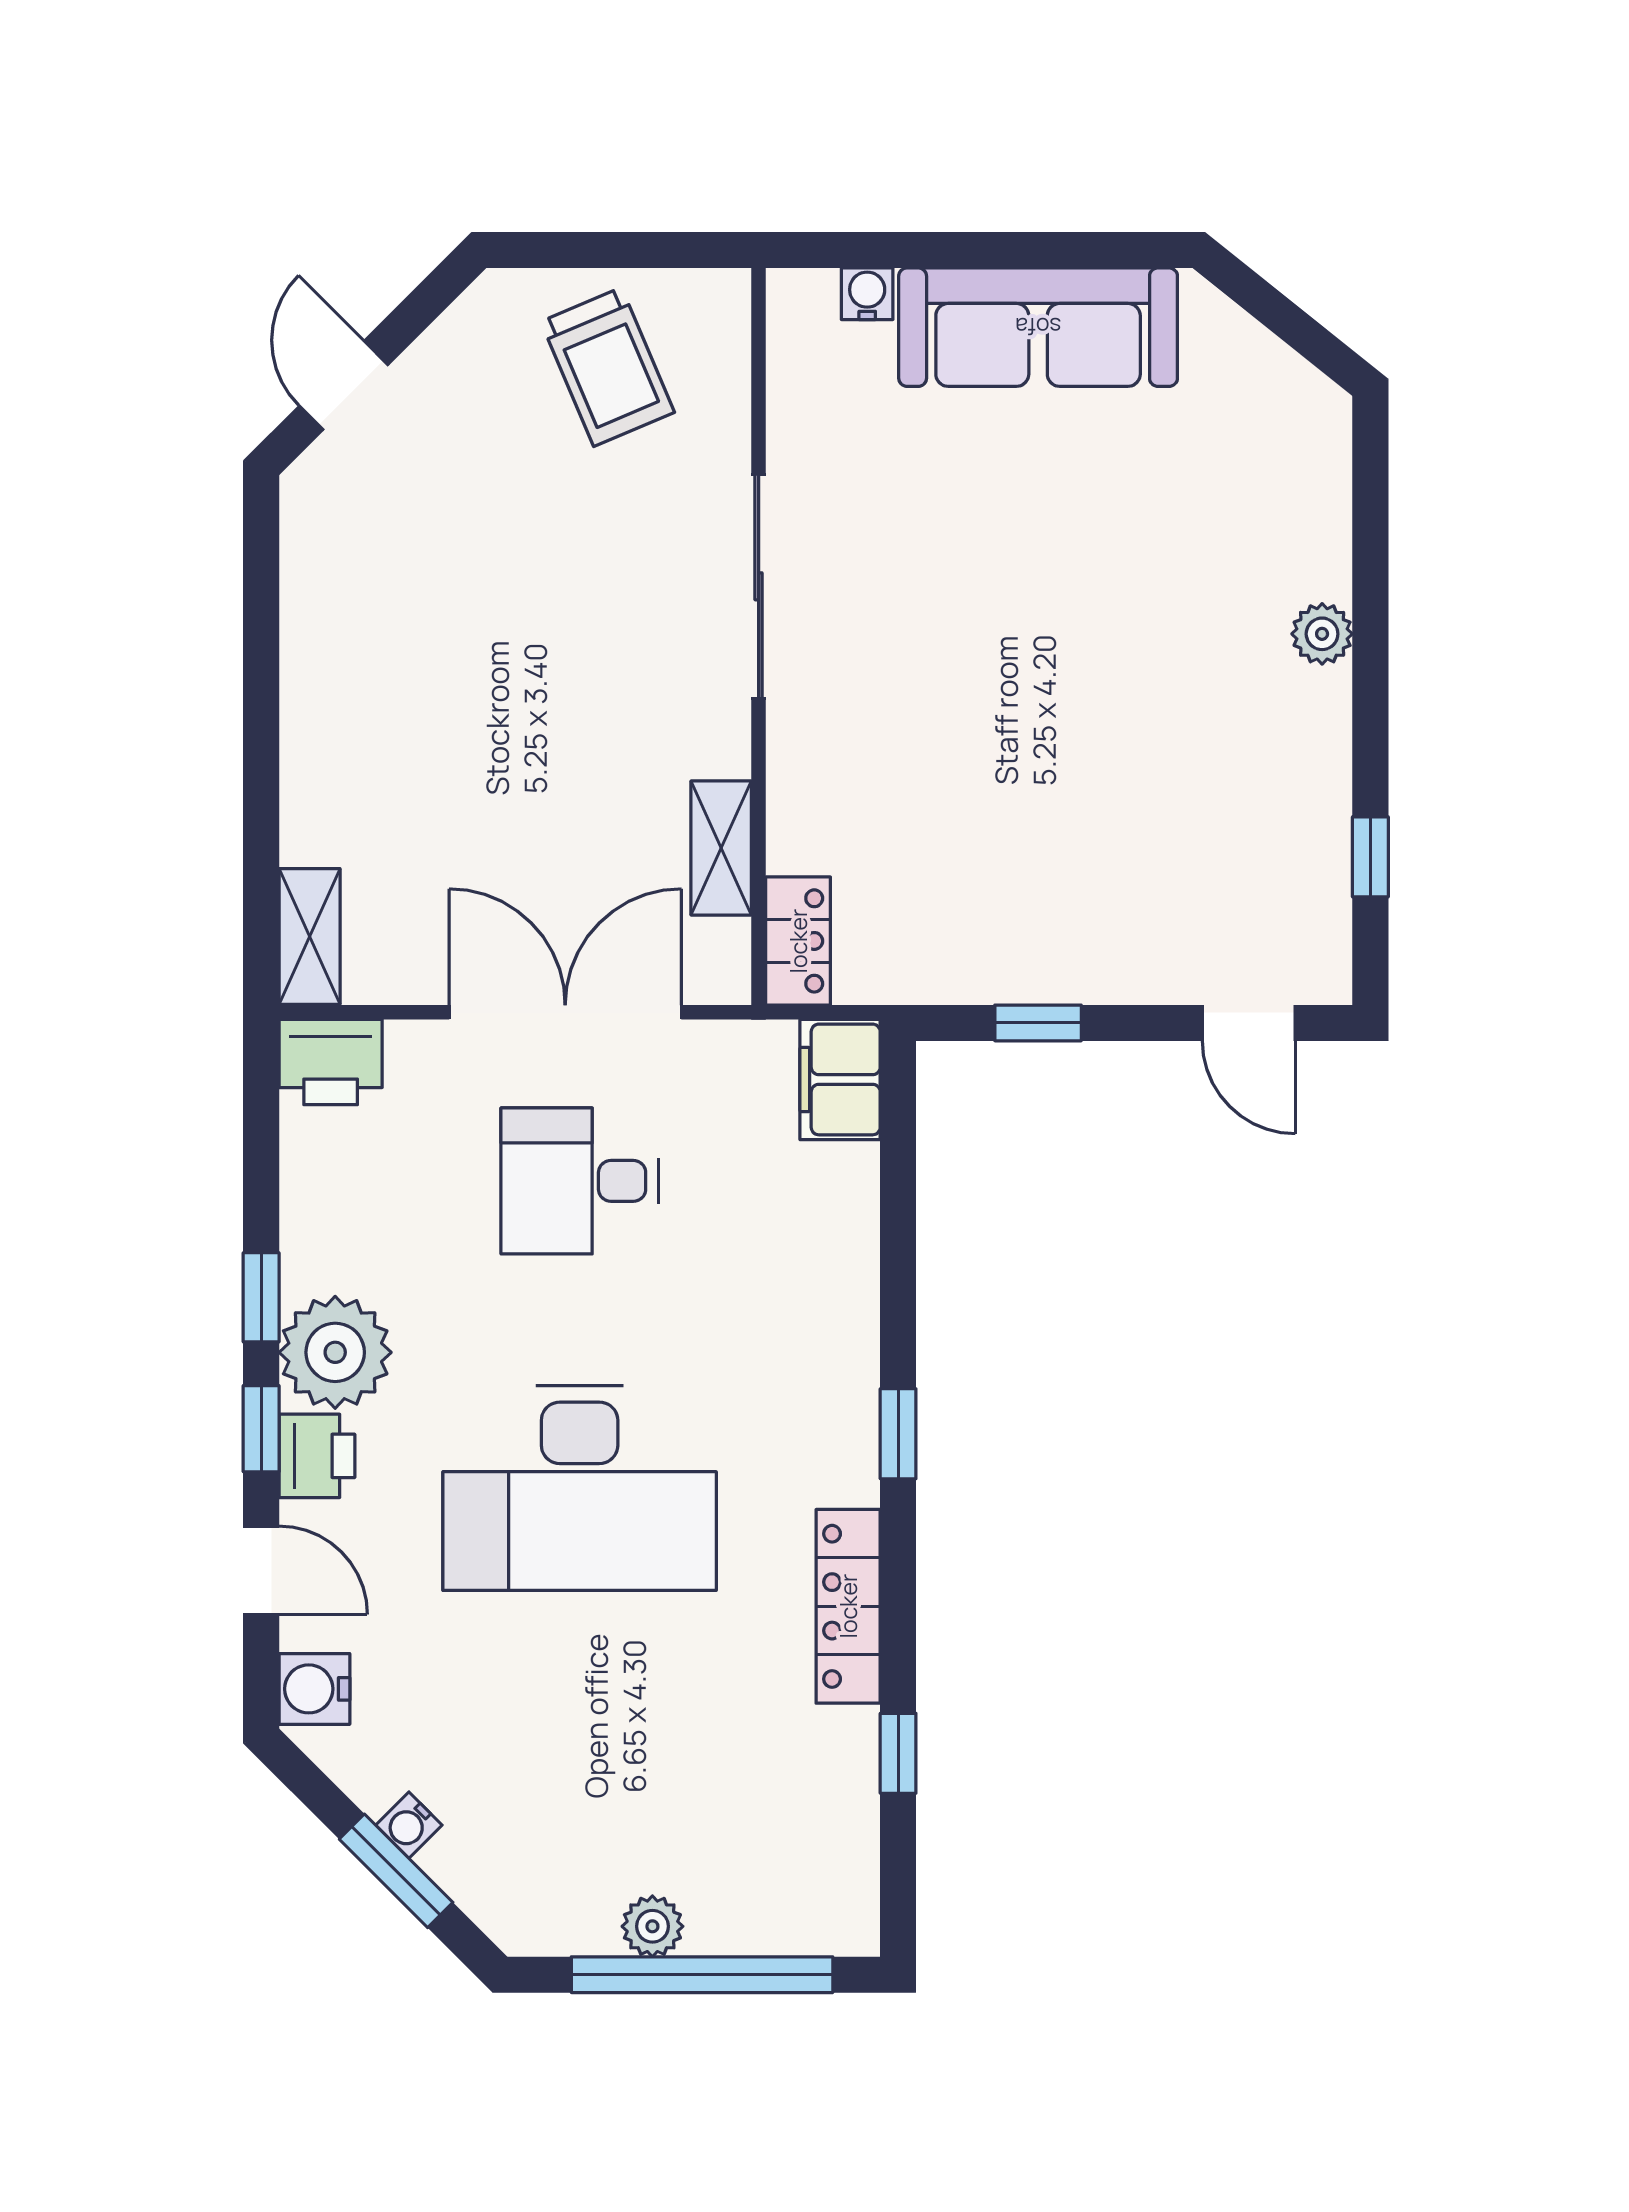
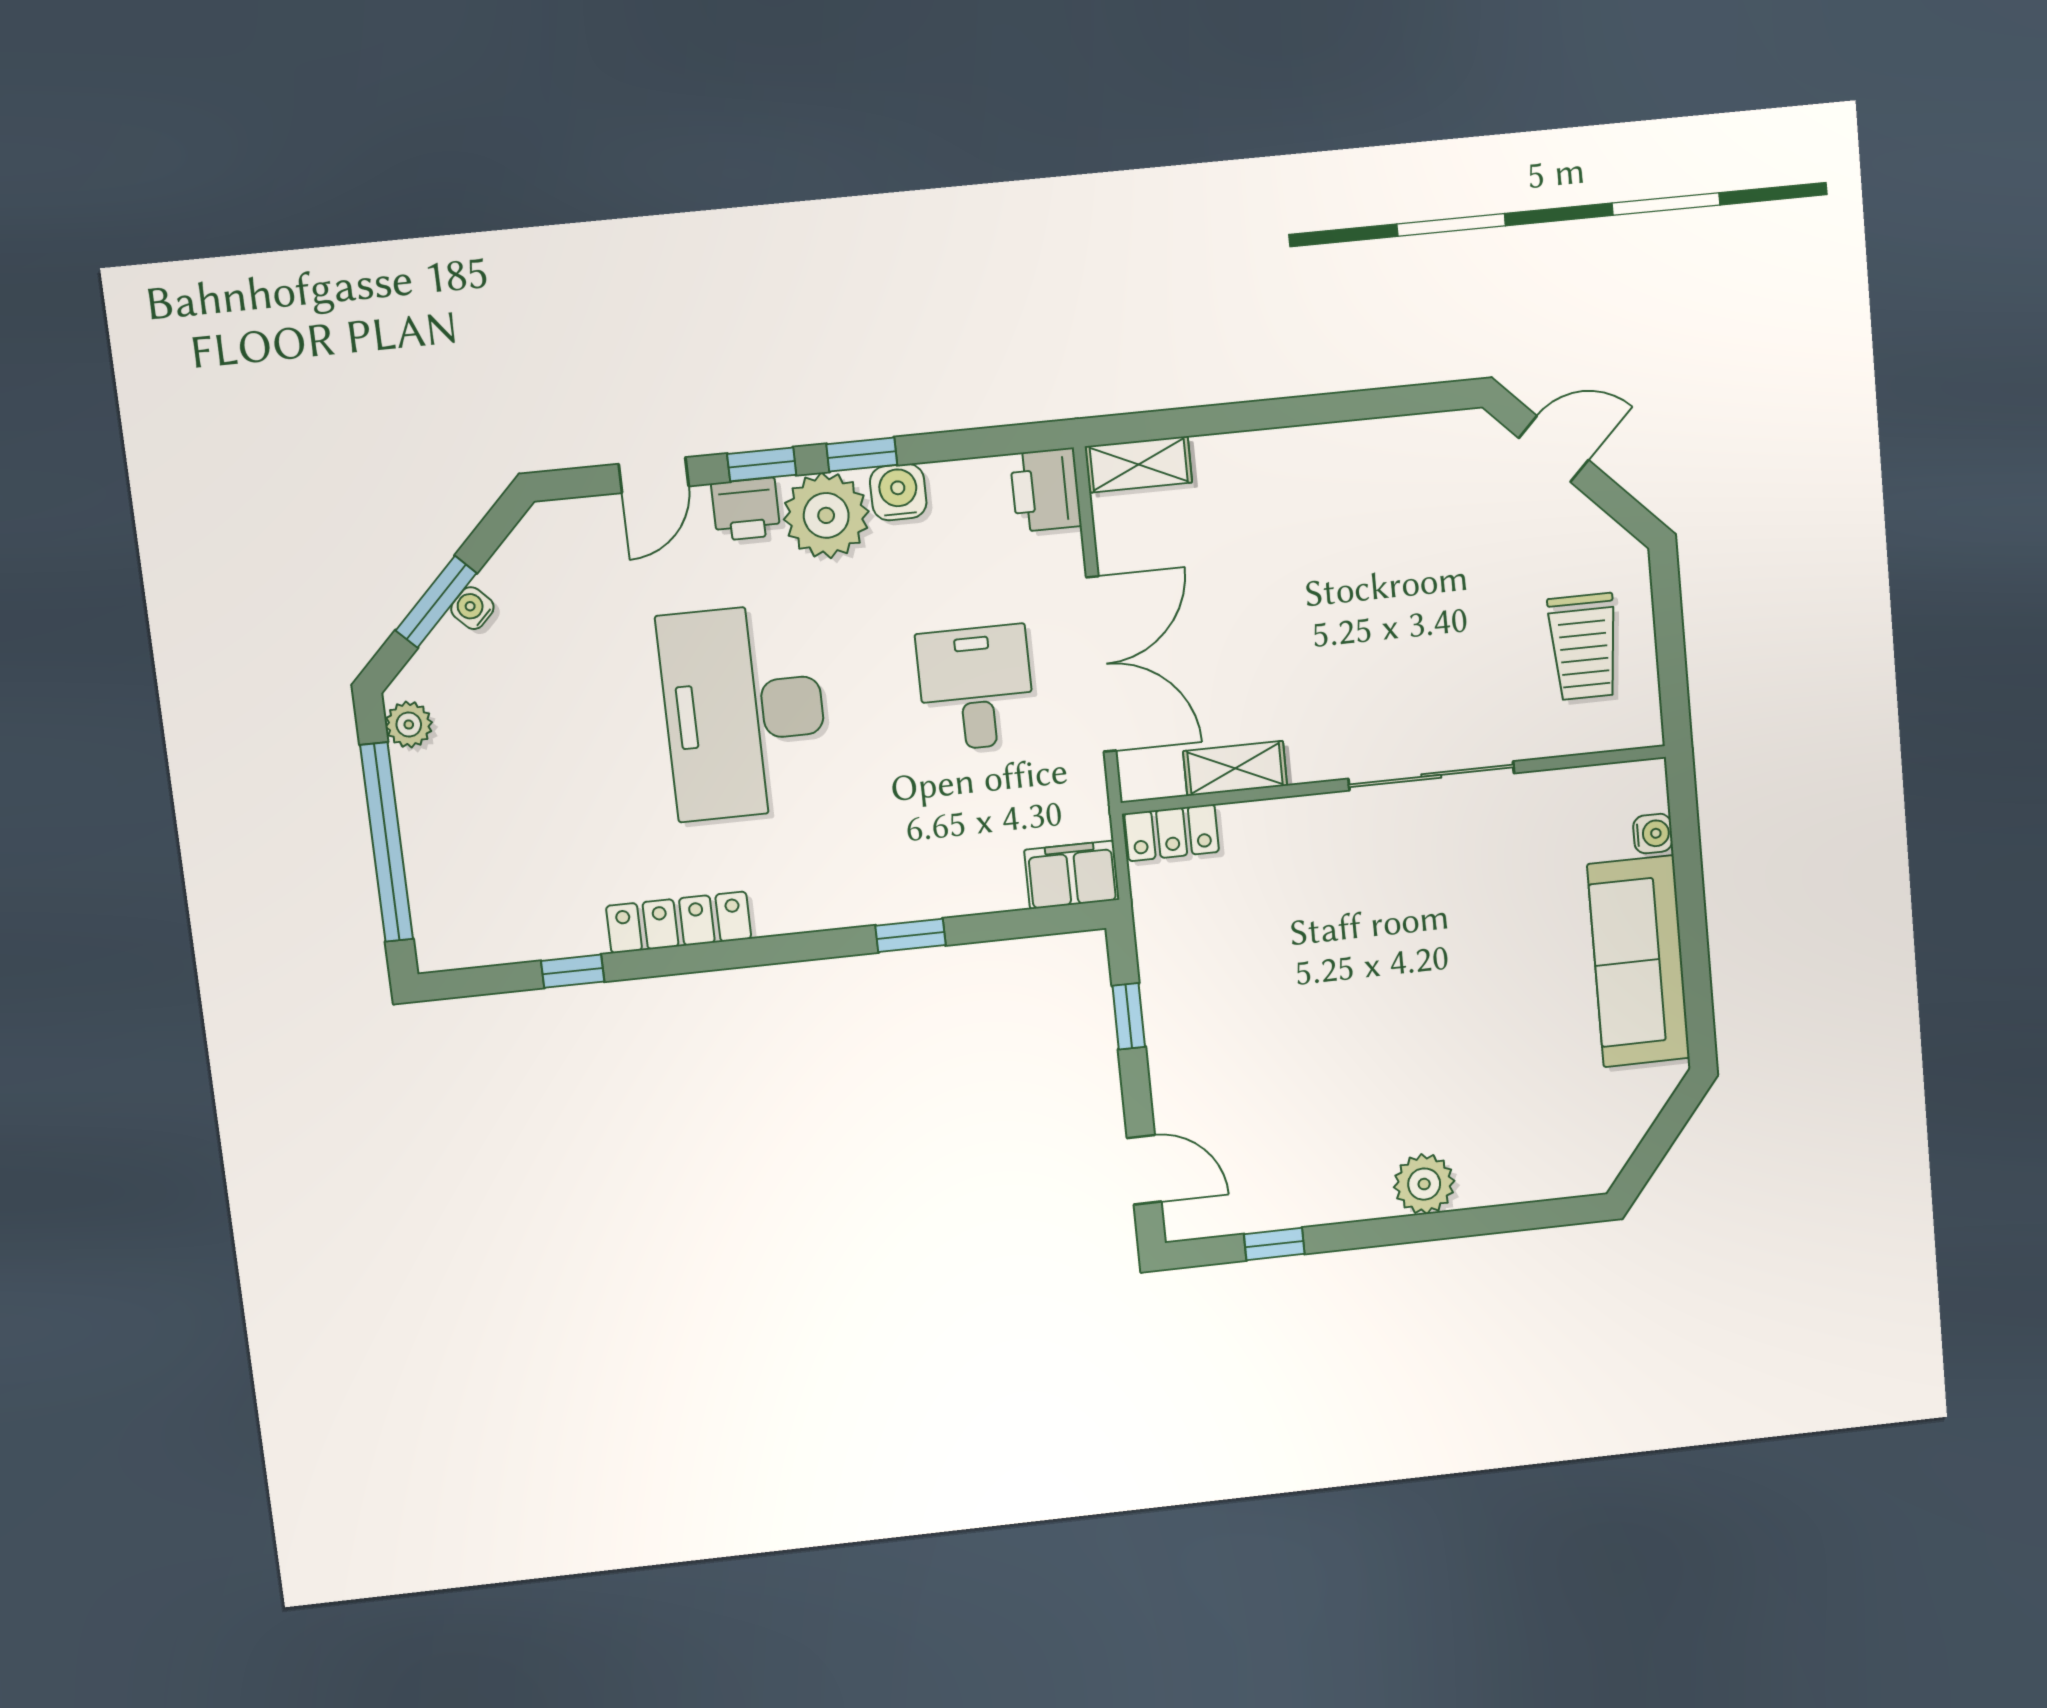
trolley: (608, 367) -> (1584, 647), turned -67
plant: (1322, 634) -> (1424, 1184), width x1.38, depth x1.38
door: (1249, 1023) -> (1144, 1170), swing flipped
window: (898, 1434) -> (911, 935), moved
water cooler: (314, 1689) -> (898, 492), moved
plant: (652, 1926) -> (409, 725), moved

